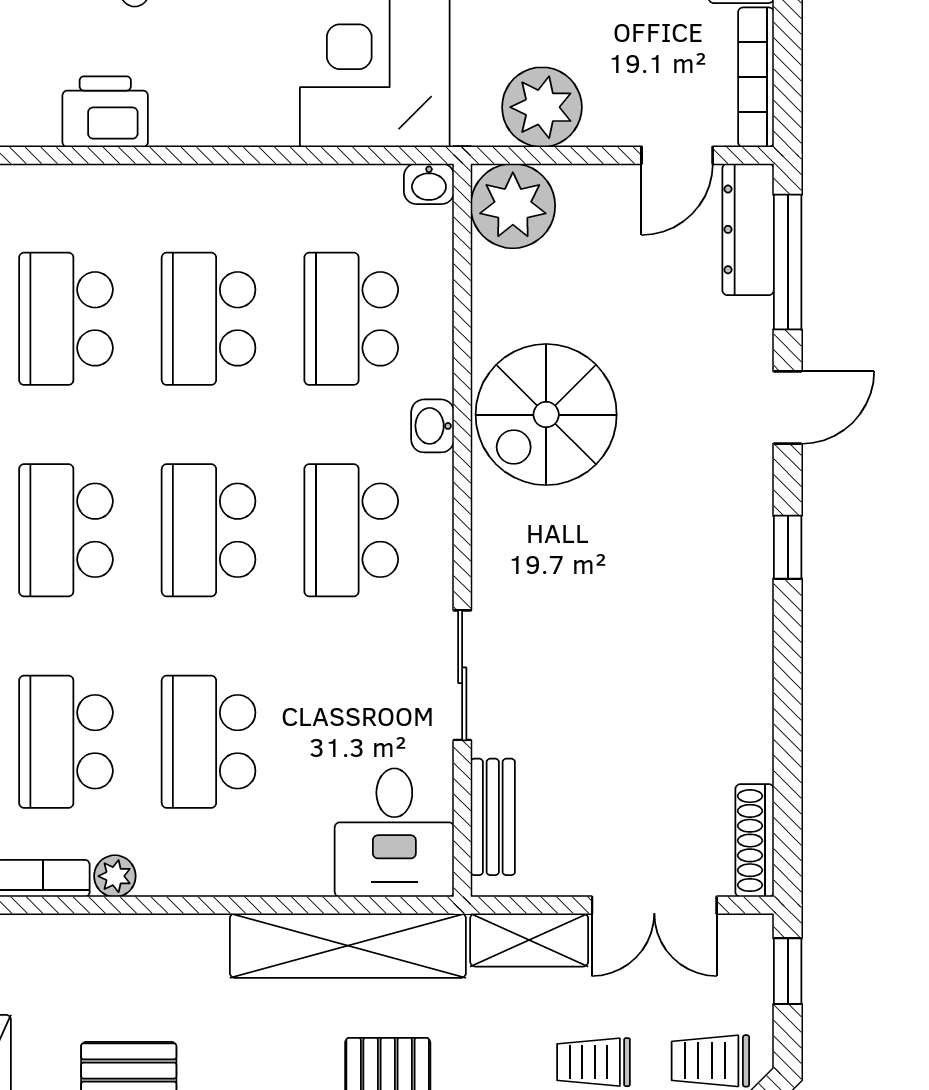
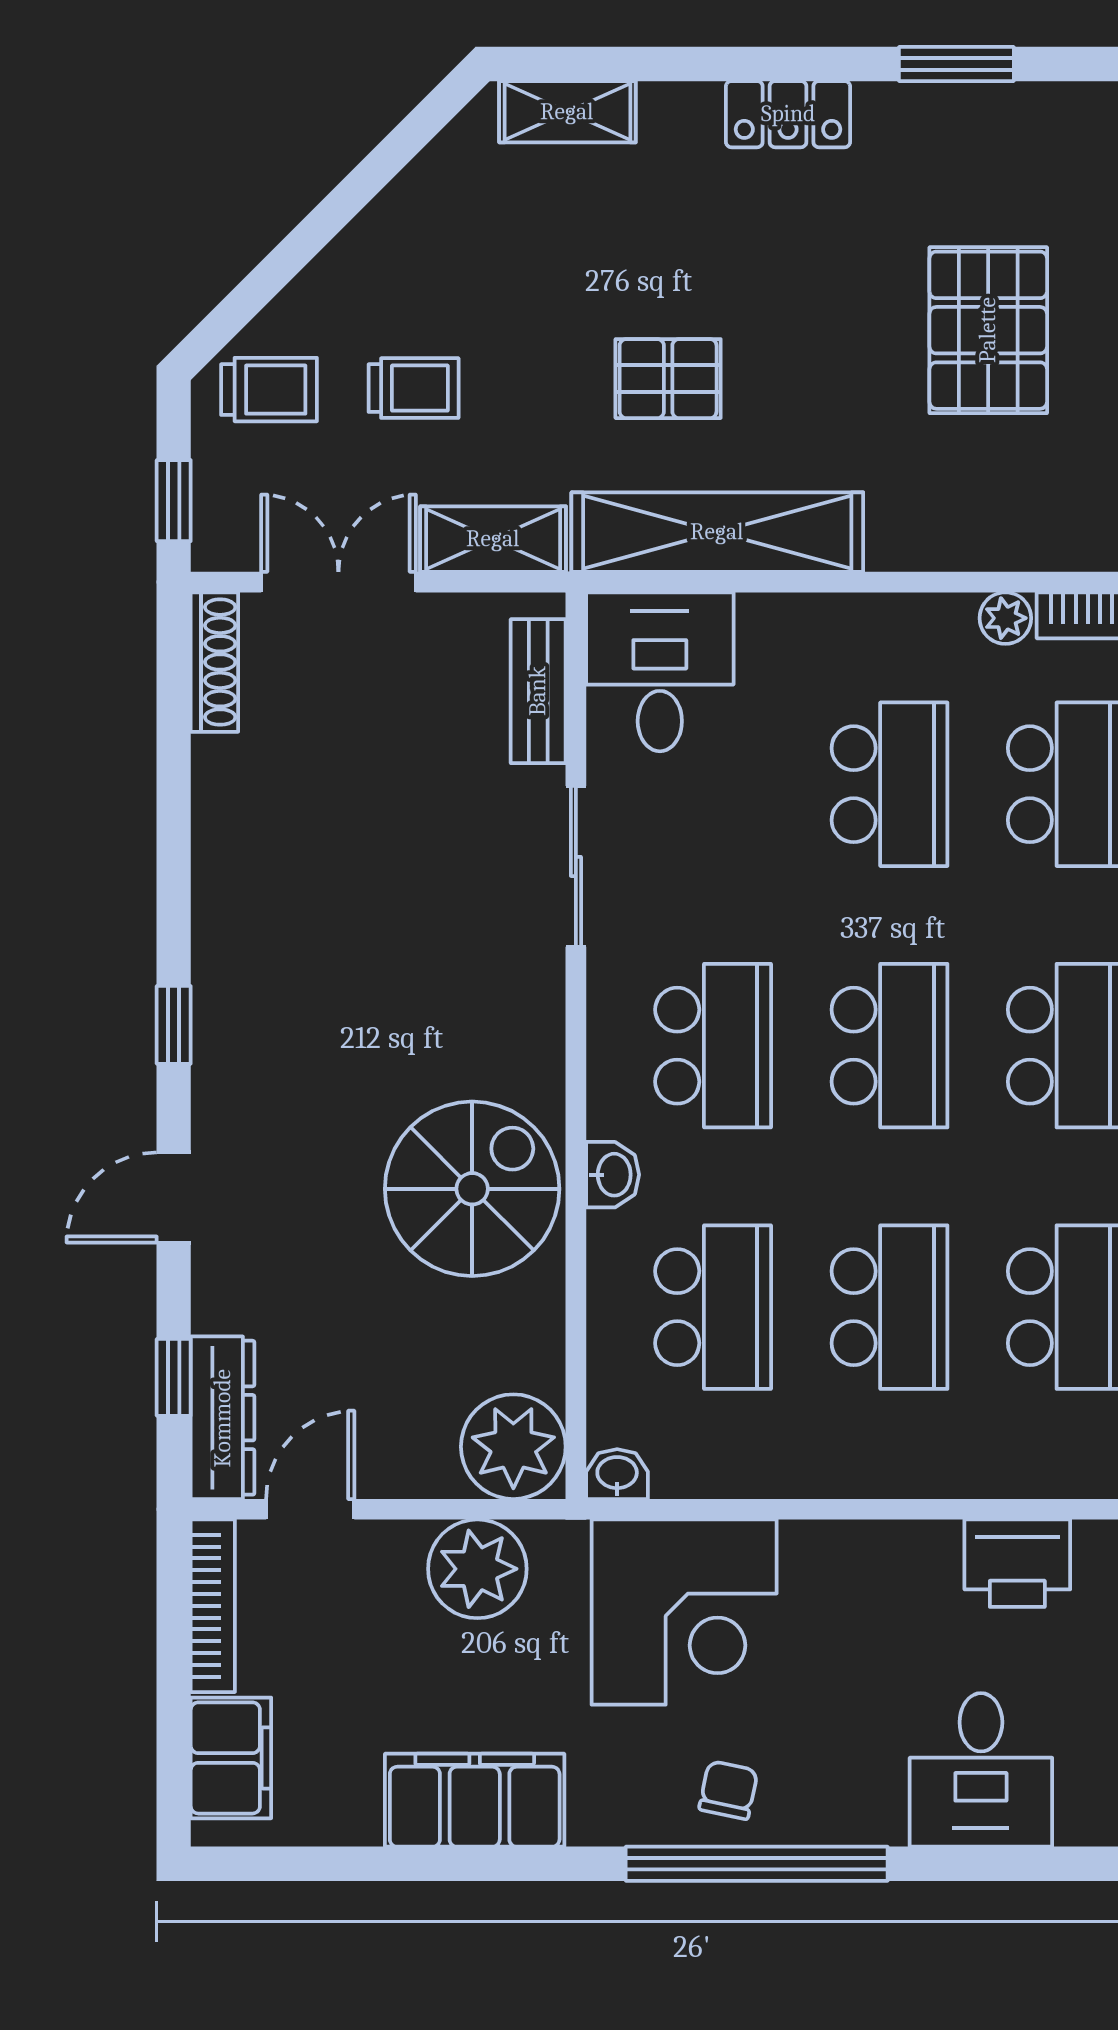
window: (788, 262) -> (174, 1377), width x0.46

